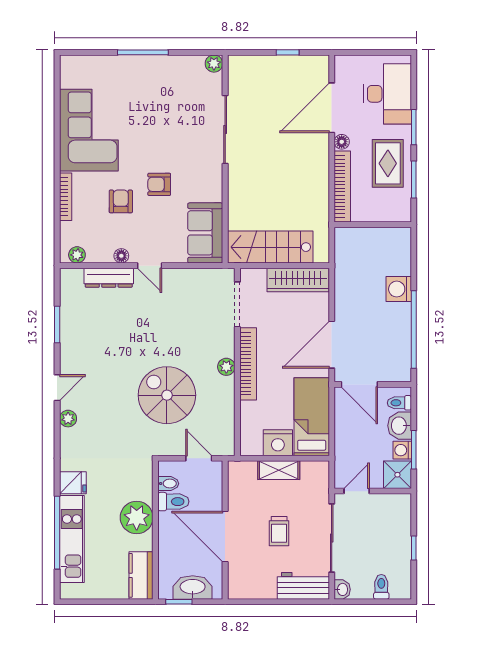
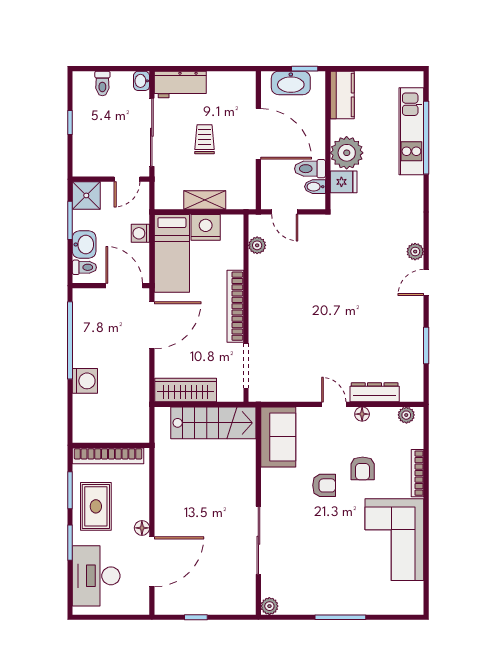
bookcase: (342, 187) -> (108, 456), moved, turned -90
plant: (226, 367) -> (257, 245), moved
spiral stairs: (167, 395) -> (316, 275), removed
washing machine: (402, 450) -> (140, 233), moved, turned 180
fridge: (73, 483) -> (344, 182), moved, turned 180

